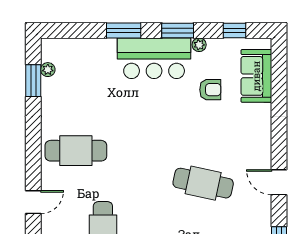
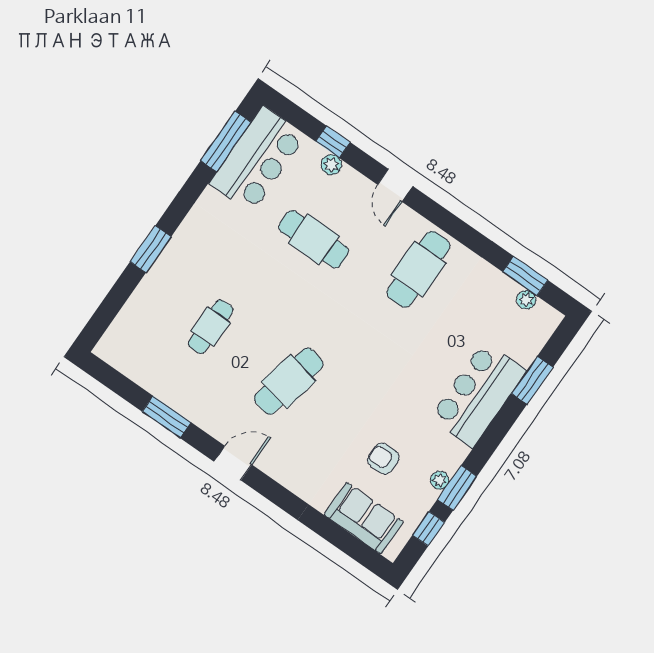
window: (124, 31) -> (532, 380), moved
window: (178, 31) -> (457, 488), moved
bar counter: (154, 58) -> (478, 394), moved
armchair: (210, 90) -> (383, 459), turned 90

